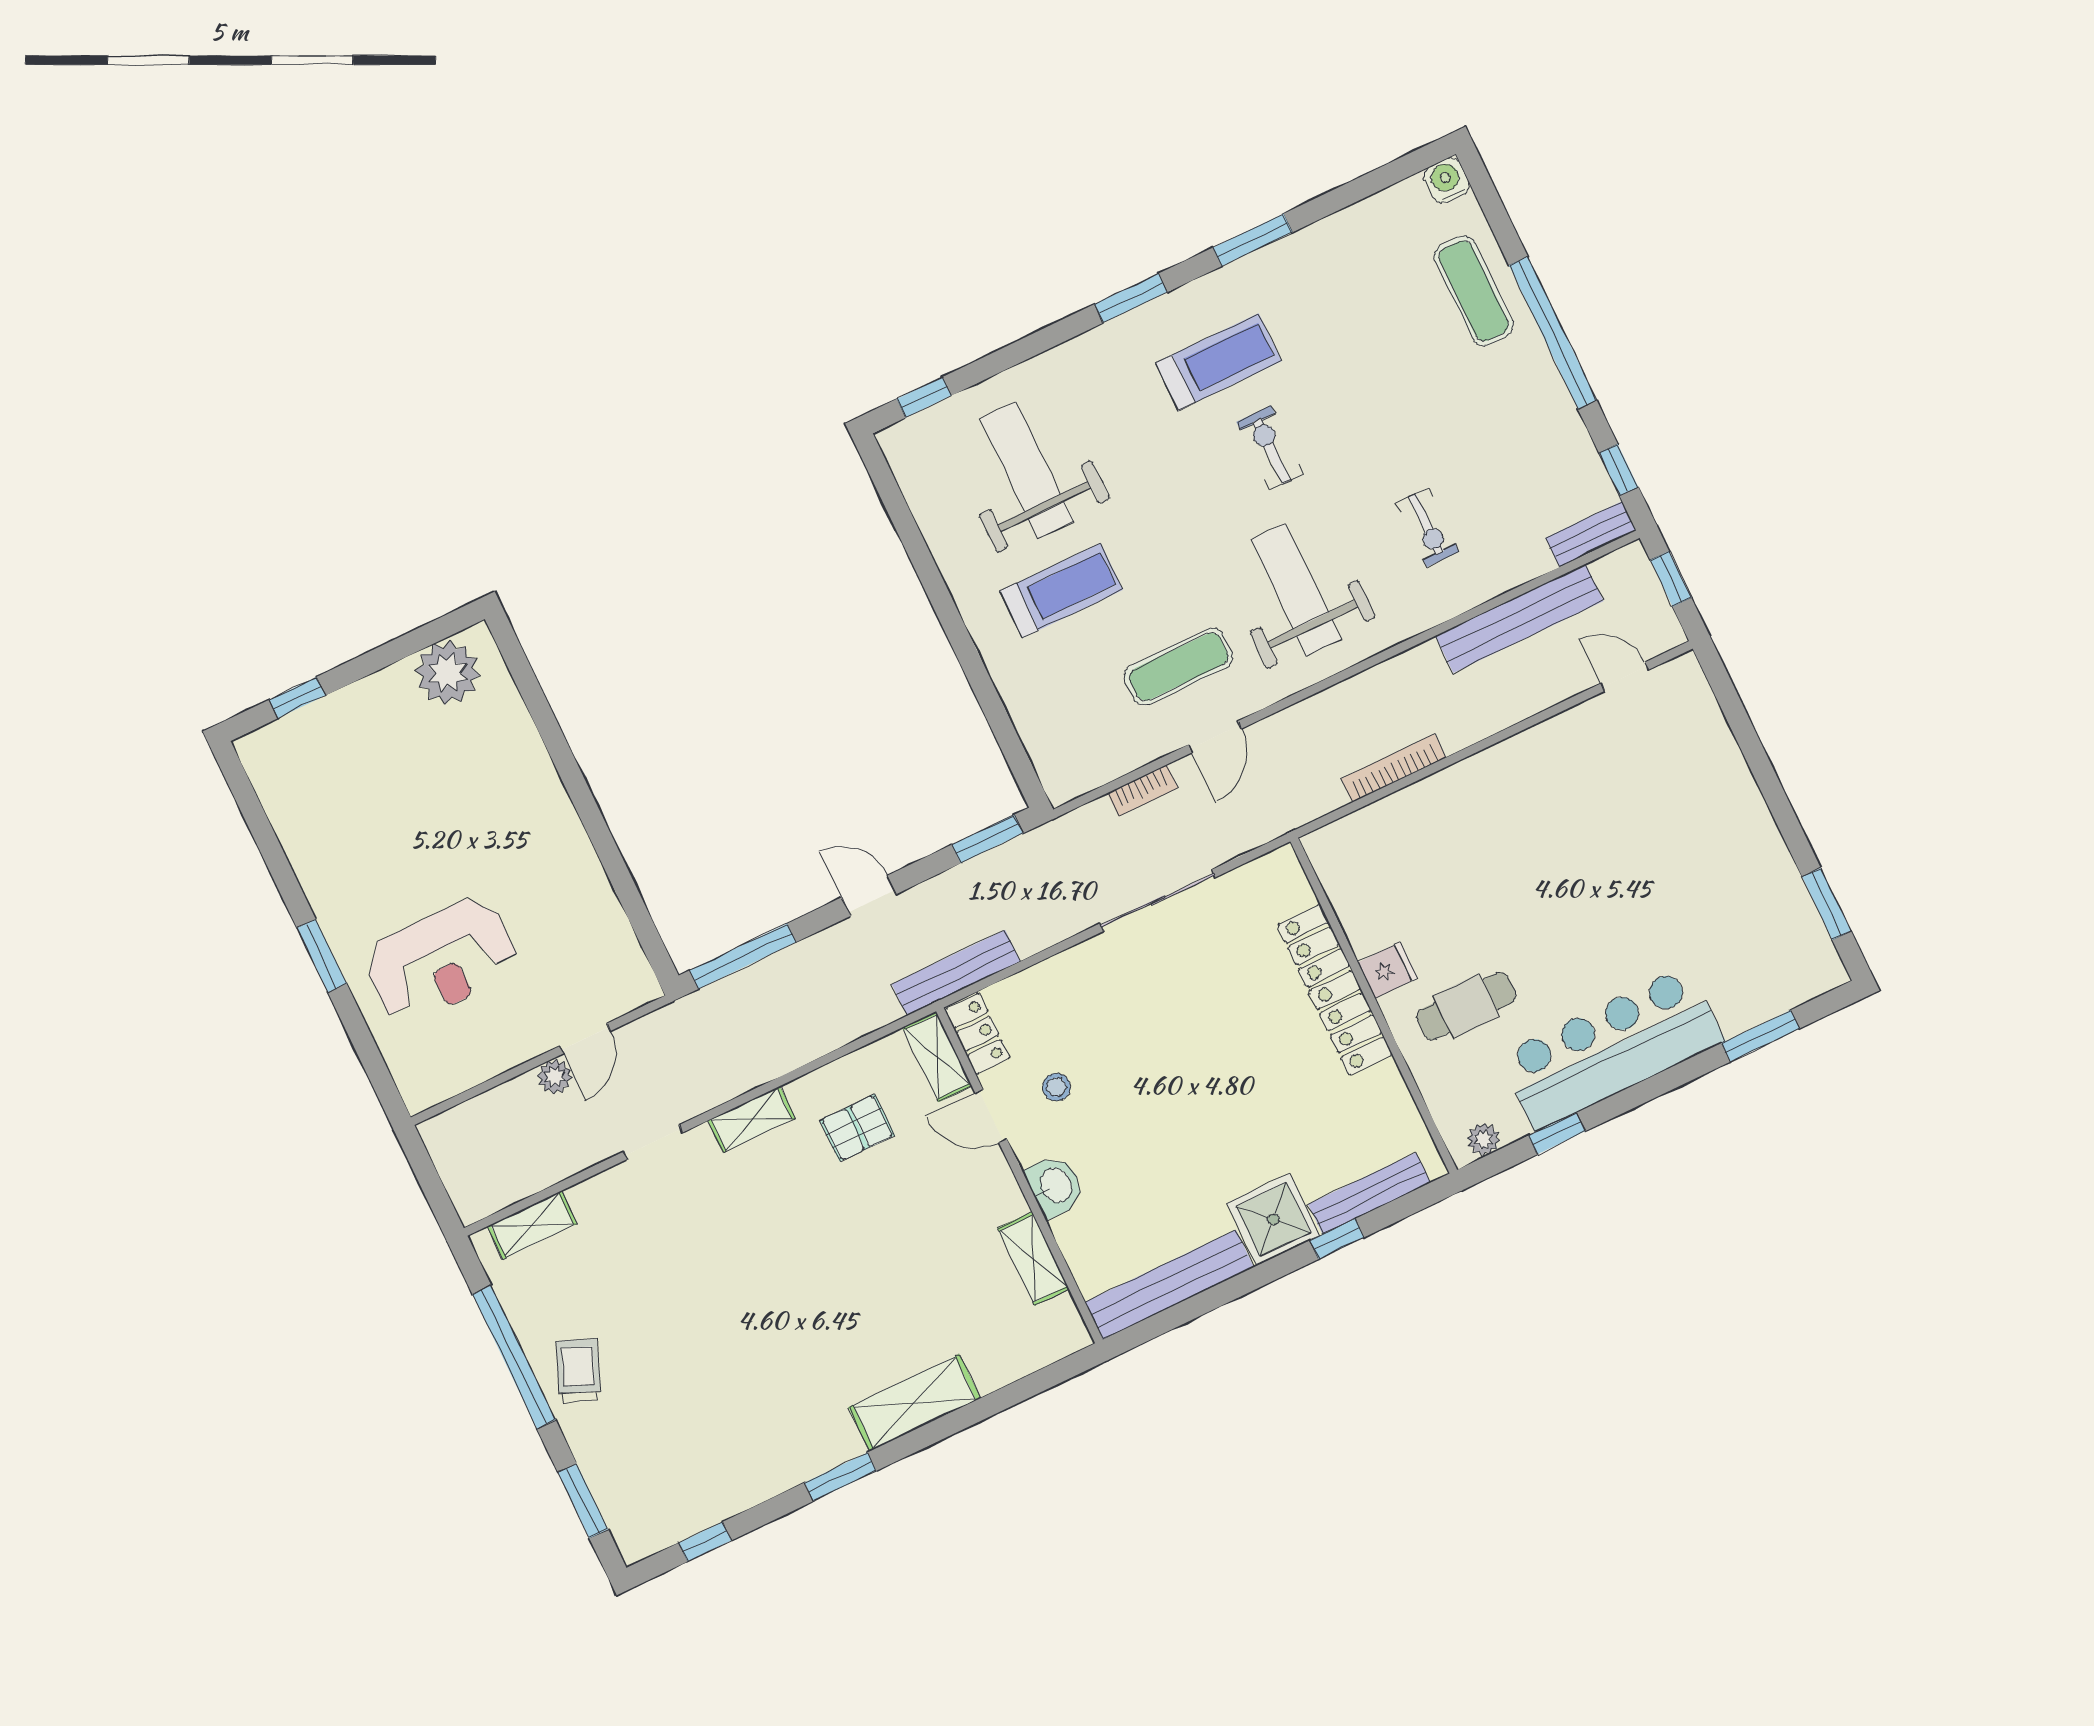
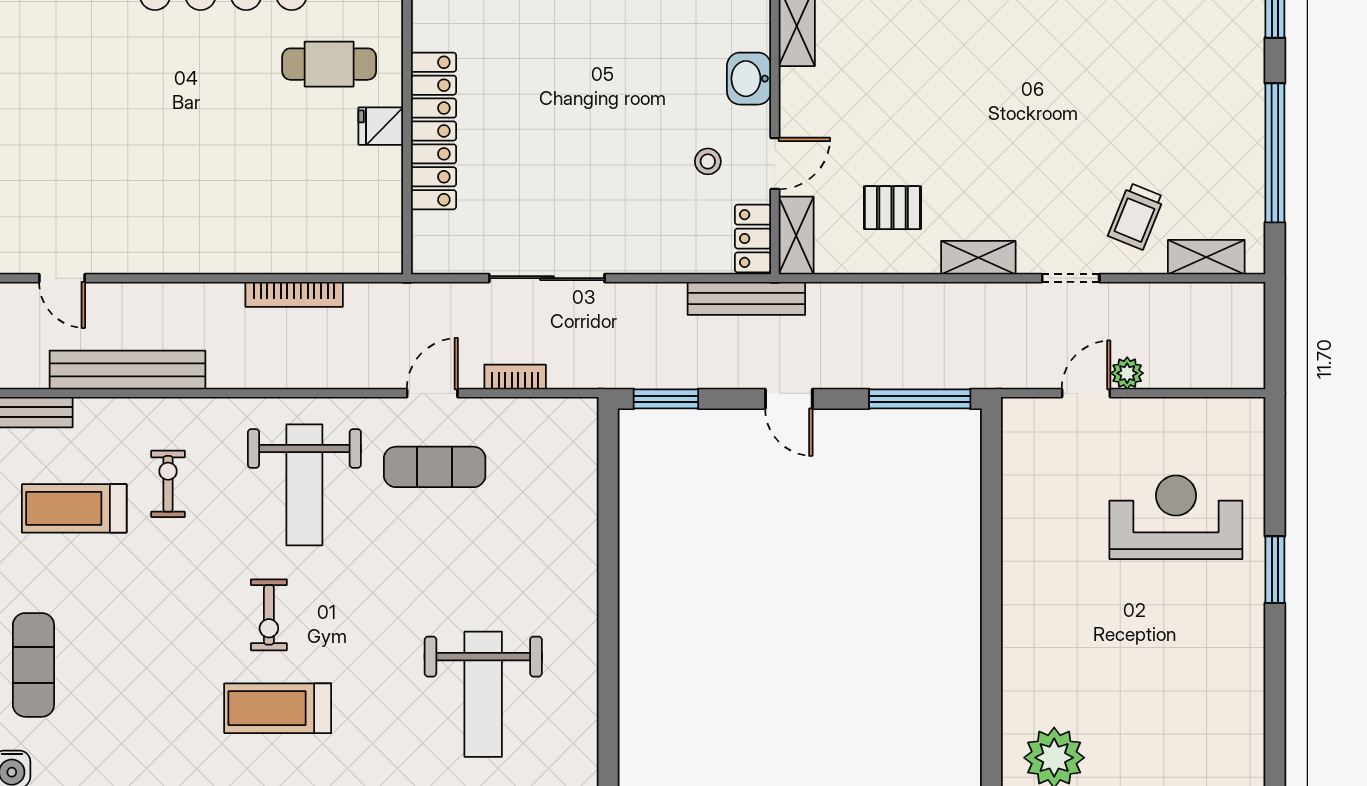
treadmill: (1061, 590) -> (74, 508), moved
door: (991, 1116) -> (775, 164), hinge flipped
trolley: (578, 1371) -> (1136, 216), moved

